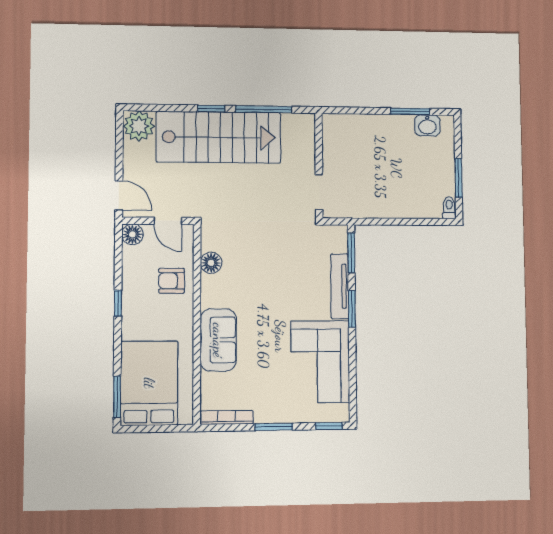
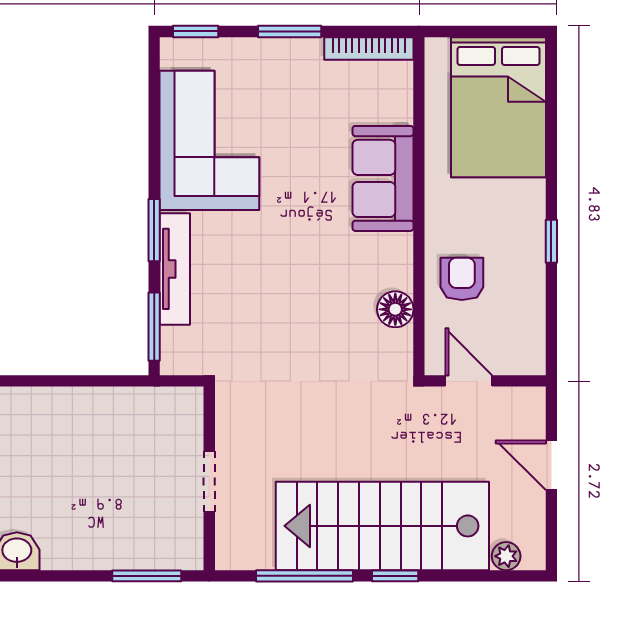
window: (410, 111) -> (147, 576), moved
plant: (139, 126) -> (506, 556), width x0.53, depth x0.53
doorway: (319, 192) -> (209, 482), moved
door: (119, 195) -> (551, 465), moved
floor lamp: (132, 234) -> (528, 358), removed
armchair: (172, 281) -> (462, 279), turned -90
window: (117, 397) -> (551, 85), removed

